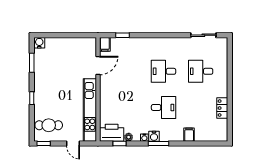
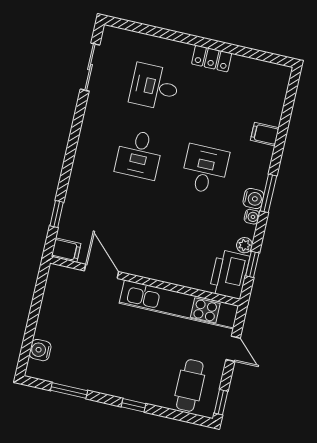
water cooler: (39, 43) -> (40, 350), moved
desk: (201, 71) -> (154, 87), turned 90
locker: (222, 108) -> (212, 59), moved
door: (73, 144) -> (233, 349), hinge flipped

